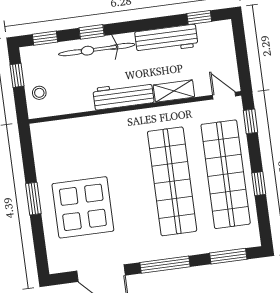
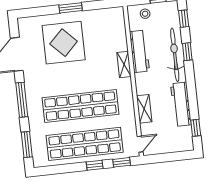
workbench: (123, 96) -> (139, 51), moved
shelving: (112, 121) -> (124, 64), added
window: (259, 184) -> (95, 165), moved

